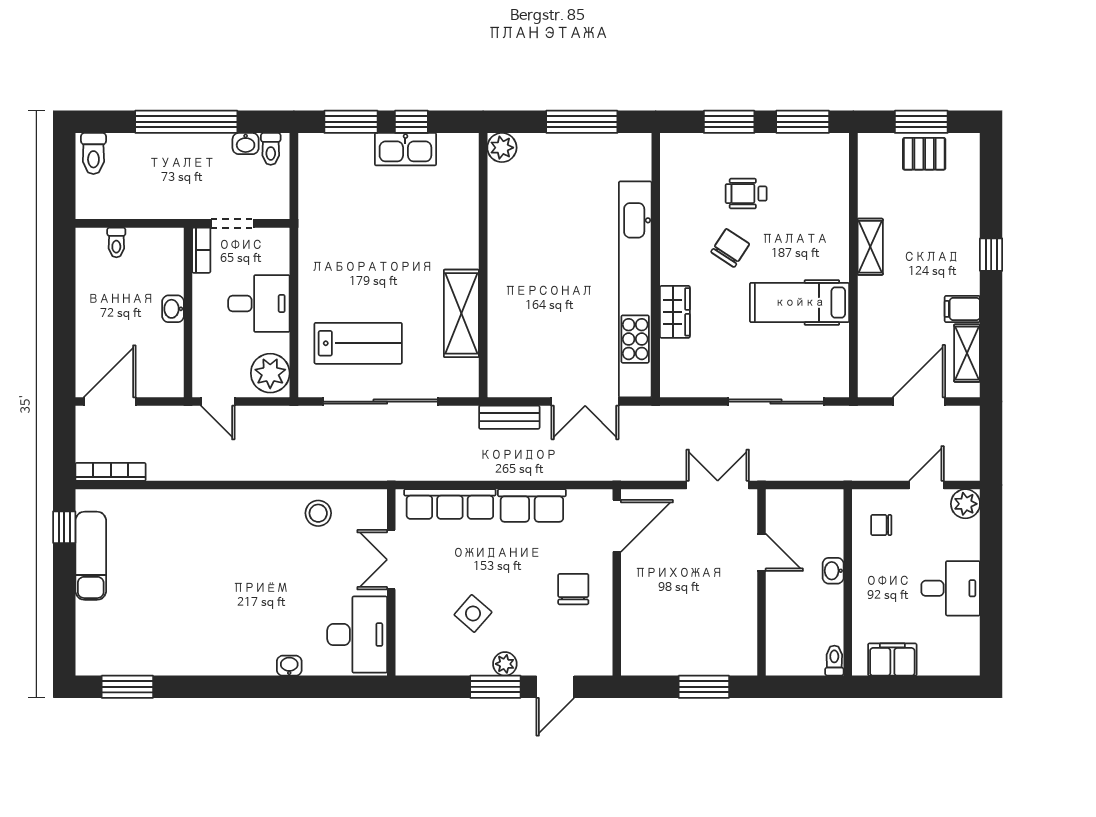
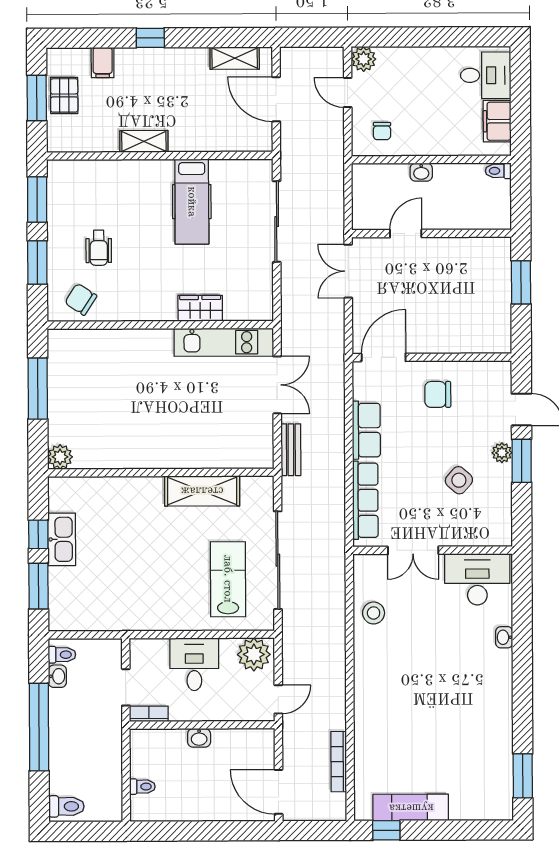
chair: (730, 248) -> (81, 299), moved
kitchen unit: (635, 289) -> (224, 342), width x0.54
filing cabinet: (962, 309) -> (103, 63), moved
bookcase: (111, 472) -> (339, 762), moved
door: (617, 526) -> (384, 357), hinge flipped
desk: (951, 588) -> (486, 75), moved, turned 90

